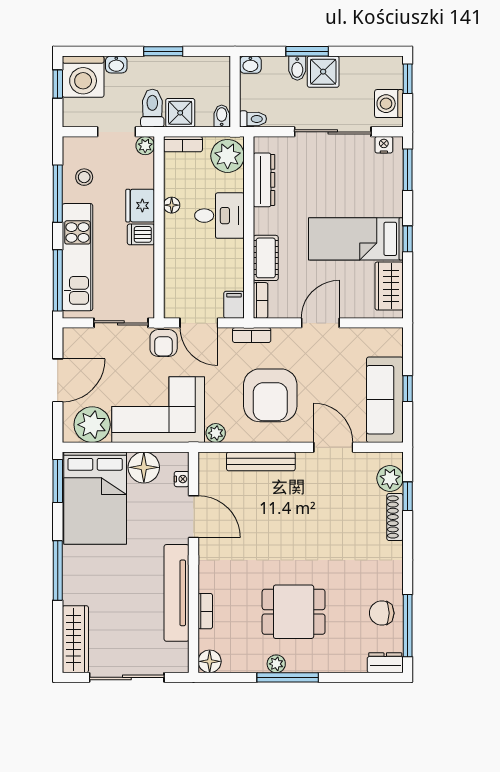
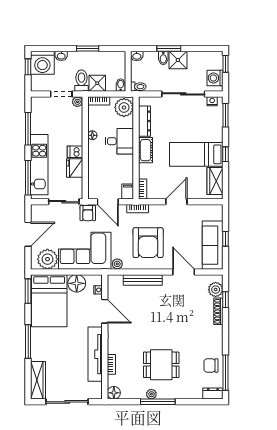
stool: (84, 177) -> (43, 119), removed
fridge: (140, 206) -> (75, 168), moved
cot: (266, 258) -> (145, 150), moved

